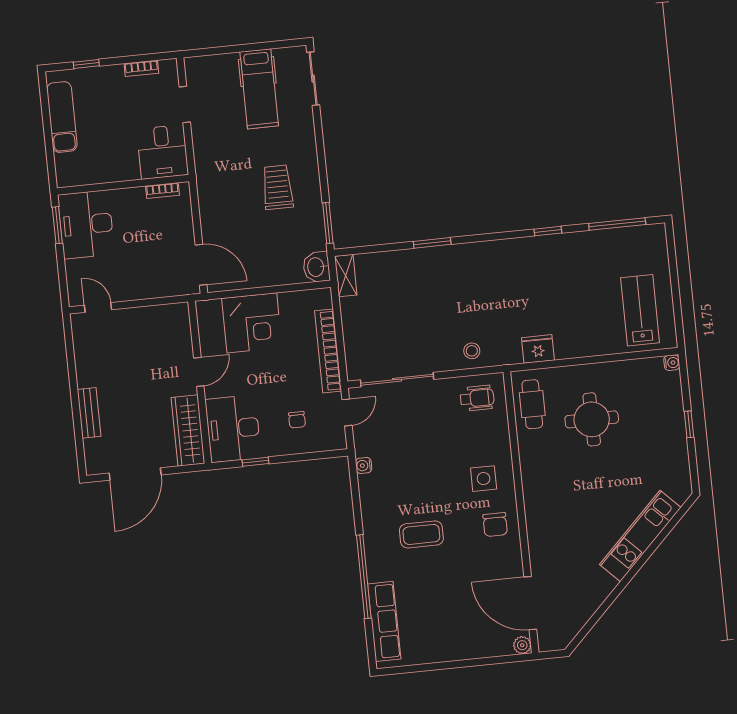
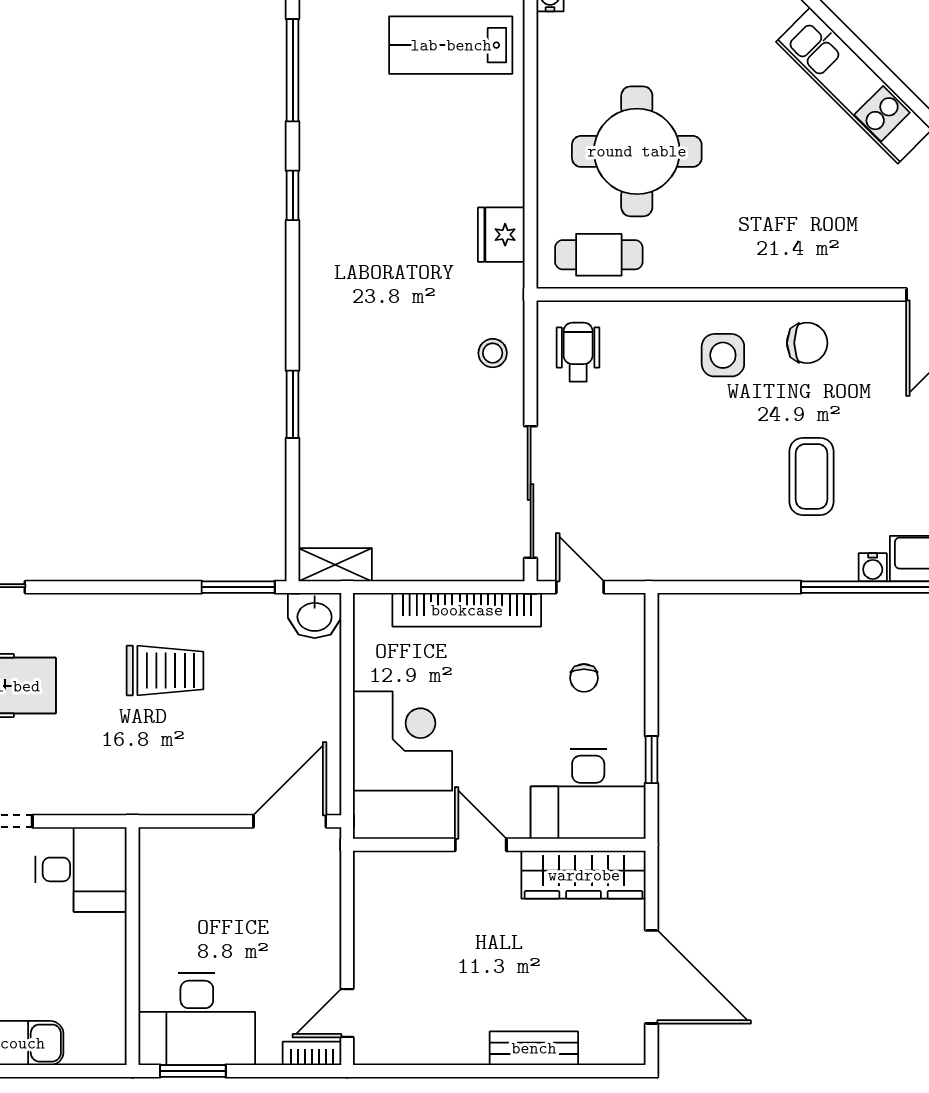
trolley: (278, 187) -> (165, 671), turned 180
bookcase: (162, 191) -> (312, 1053), moved, turned -90
round table: (592, 419) -> (637, 151), width x1.36, depth x1.36
chair: (297, 420) -> (584, 678), turned 90
water cooler: (364, 465) -> (873, 567), moved

